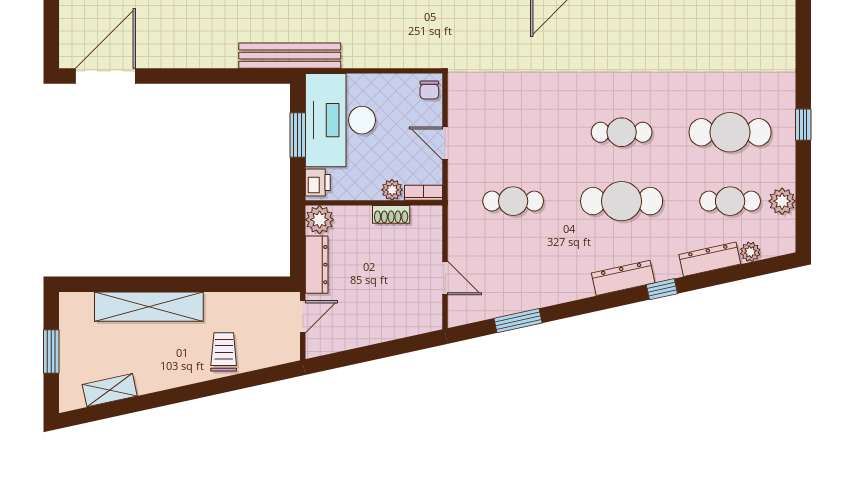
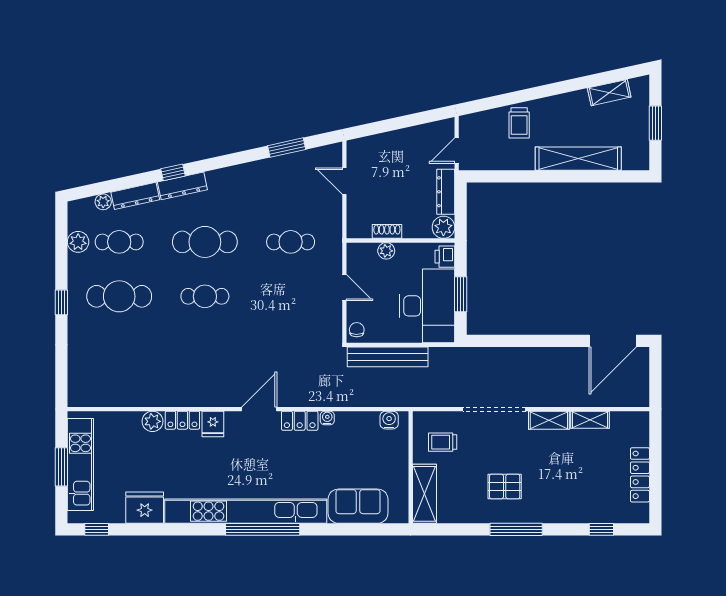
bench: (290, 56) -> (388, 357), moved
bookcase: (424, 193) -> (361, 248), removed
dresser: (623, 278) -> (182, 186), moved

